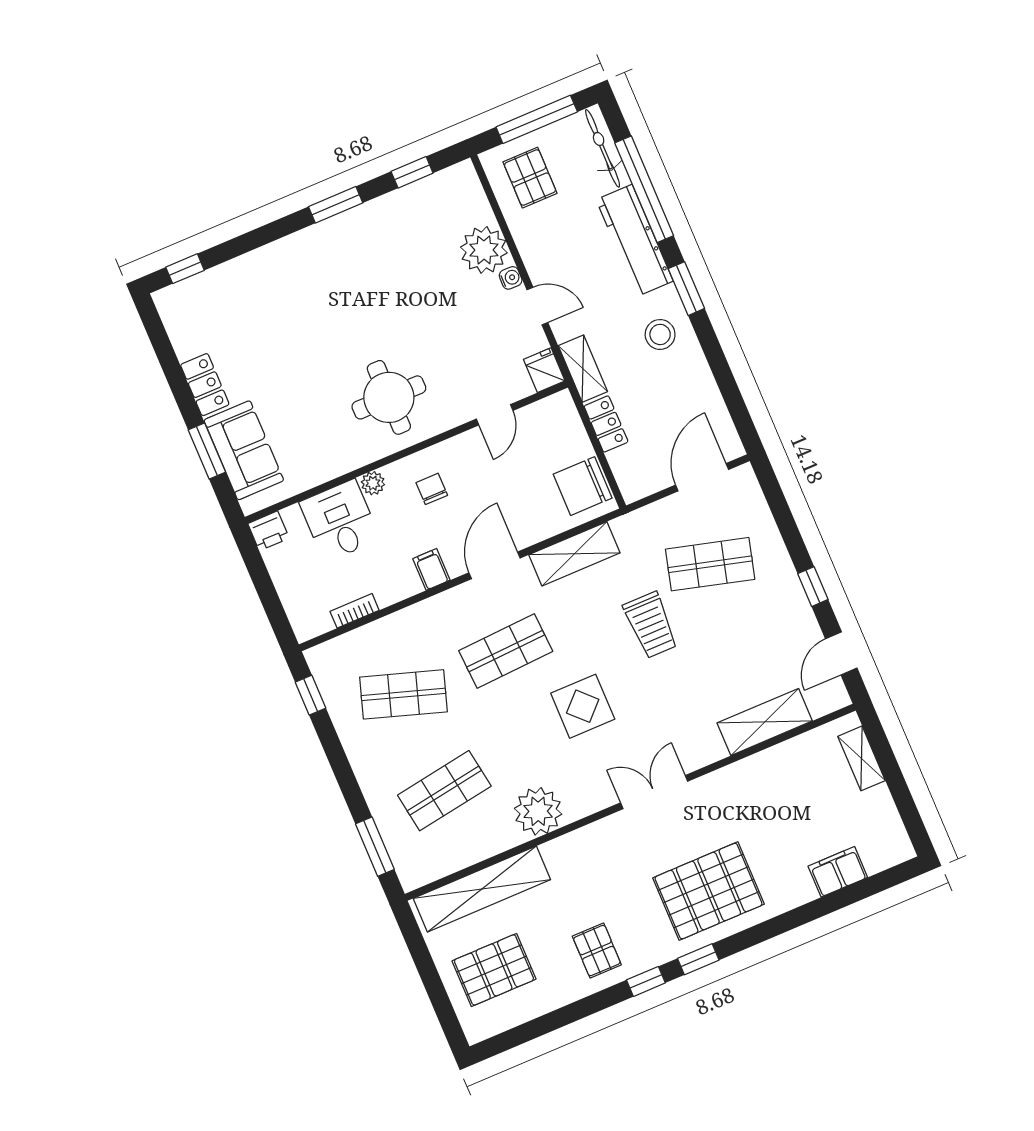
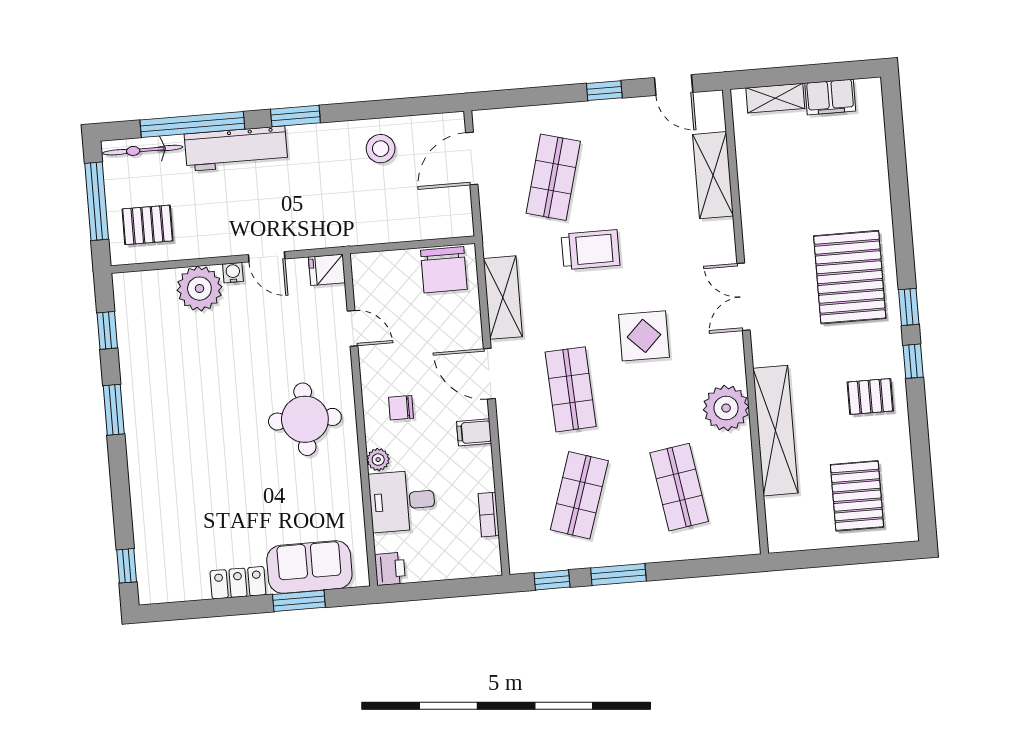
door: (537, 306) -> (267, 257), swing flipped
stool: (660, 334) -> (381, 149), moved
shelving: (583, 369) -> (337, 234), removed
locker: (606, 424) -> (394, 230), removed
door: (702, 477) -> (472, 158), hinge flipped
window: (375, 847) -> (618, 575), moved
filing cabinet: (838, 872) -> (830, 97), moved, turned -90
shelving: (482, 889) -> (776, 431), moved

